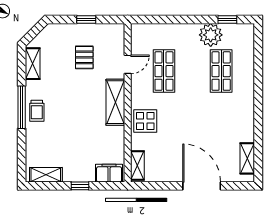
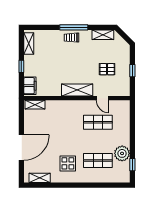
display table: (145, 121) -> (68, 163), moved

